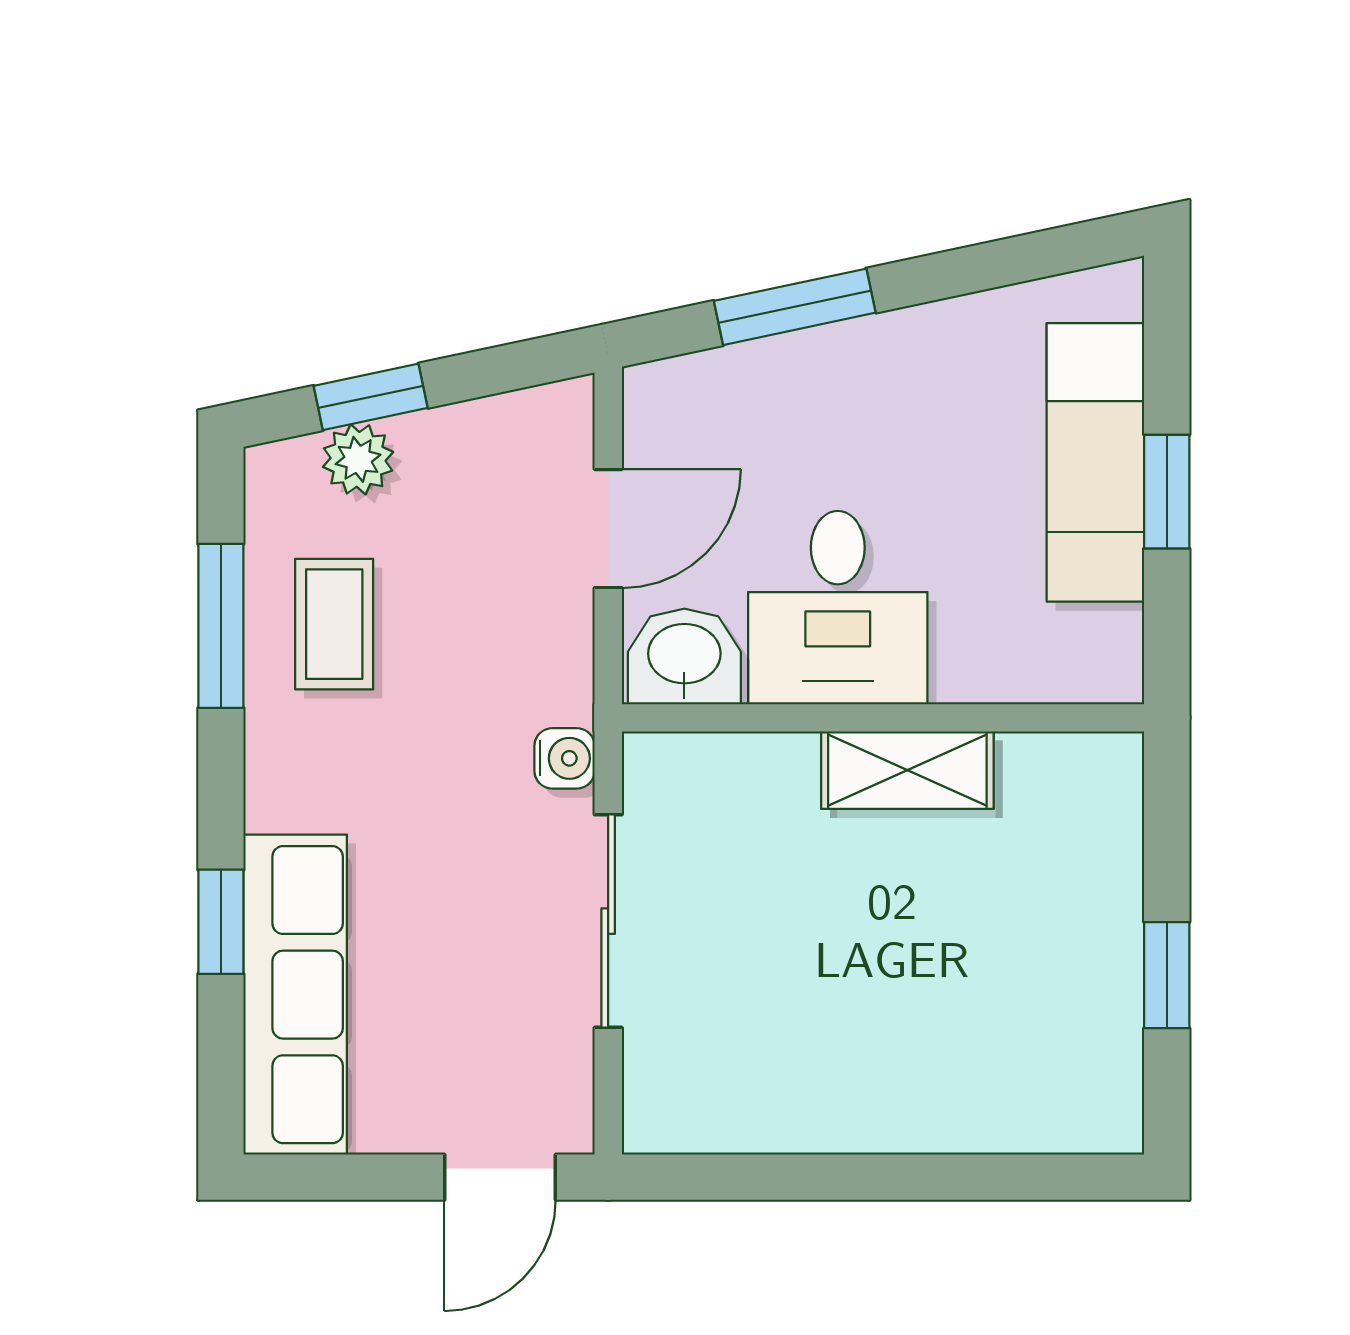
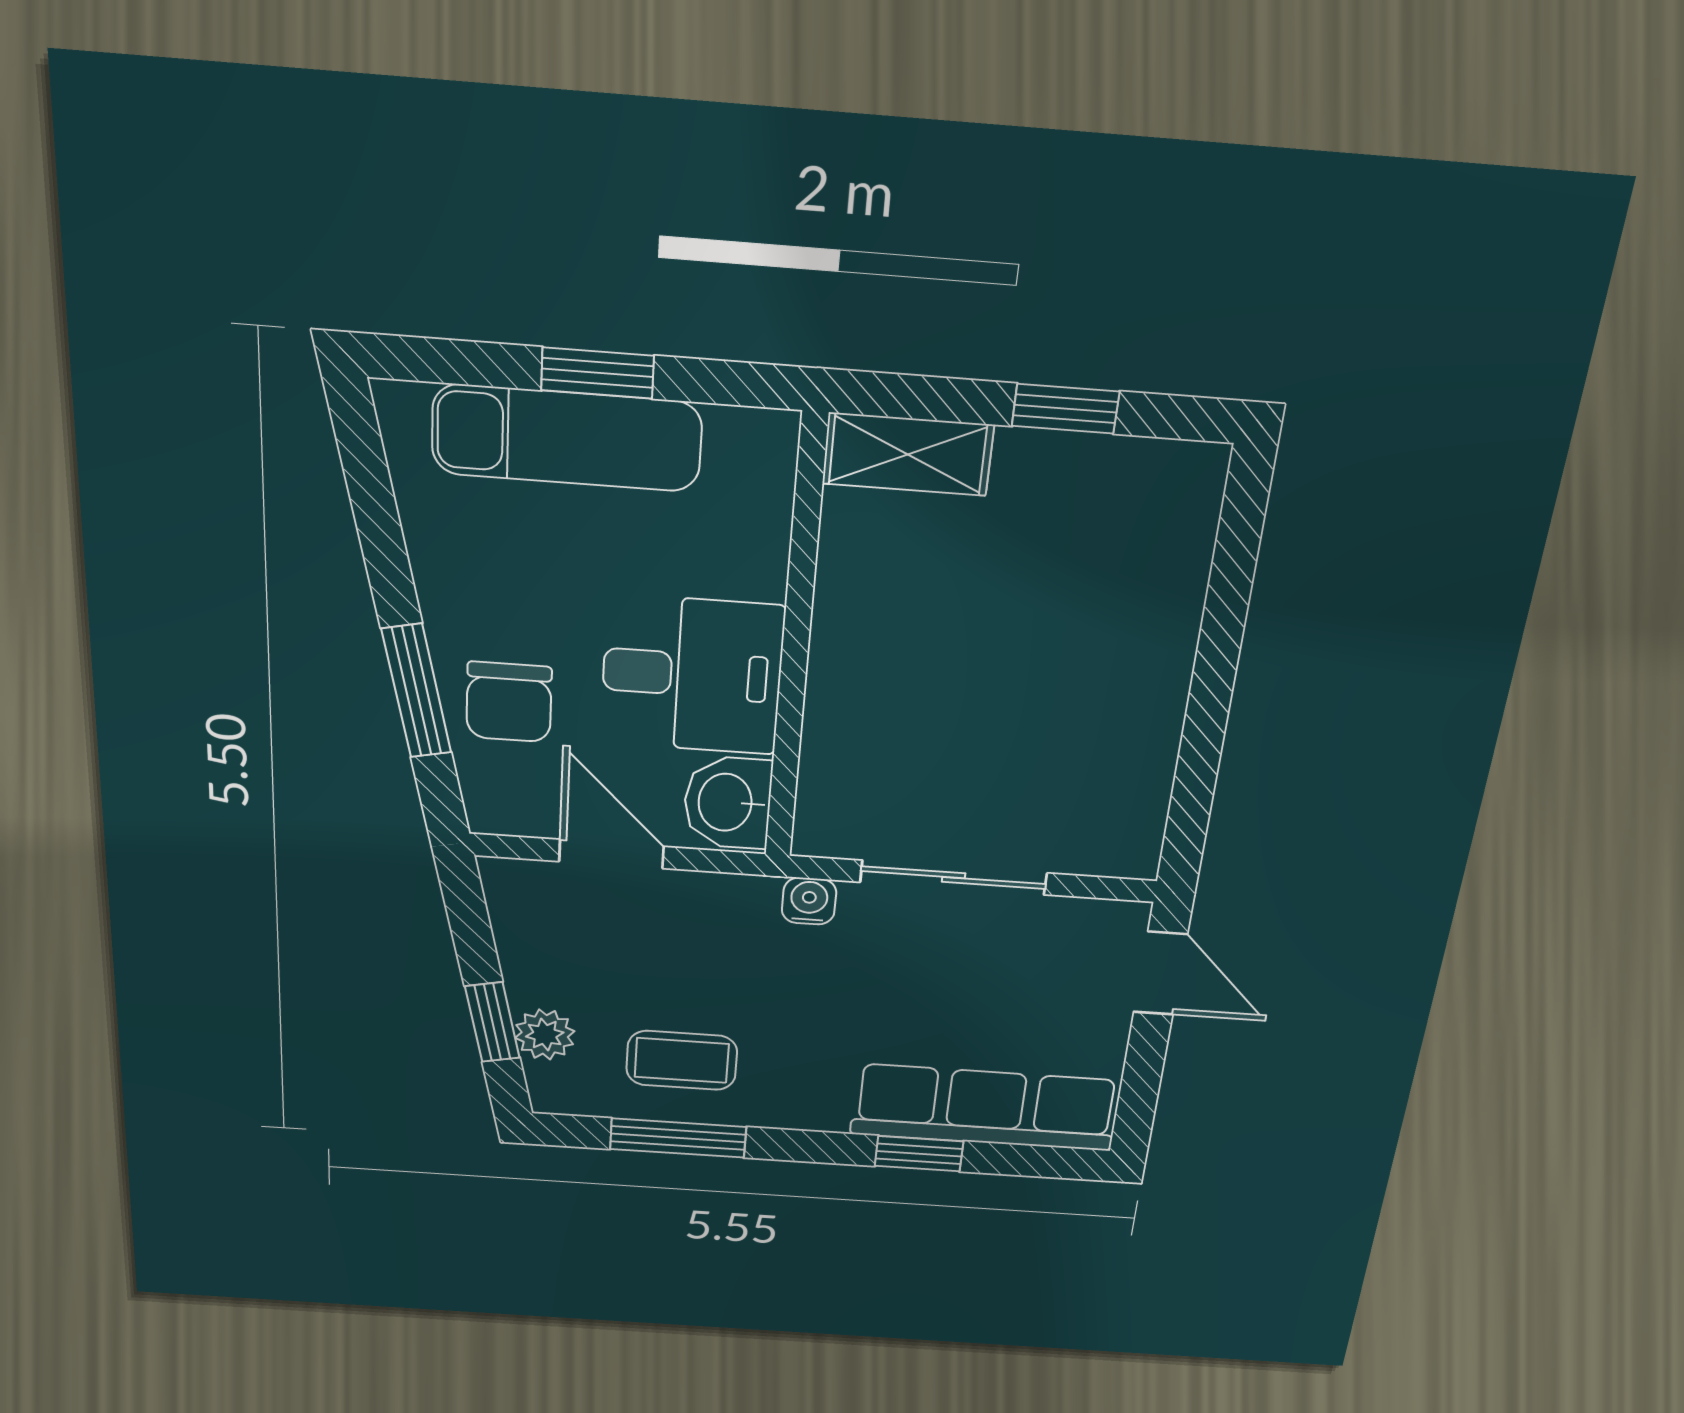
chair: (789, 408) -> (509, 702), added
shelving: (907, 770) -> (908, 454), moved, turned 90

